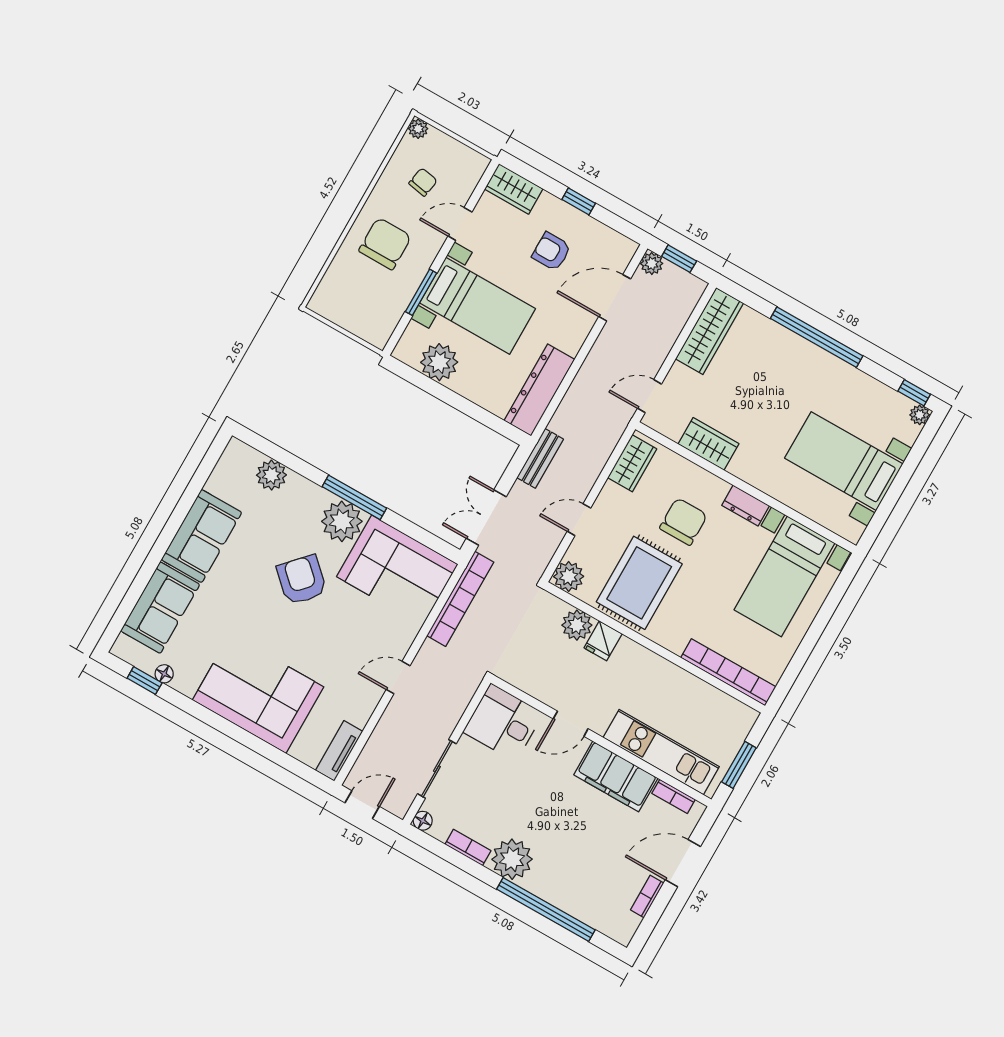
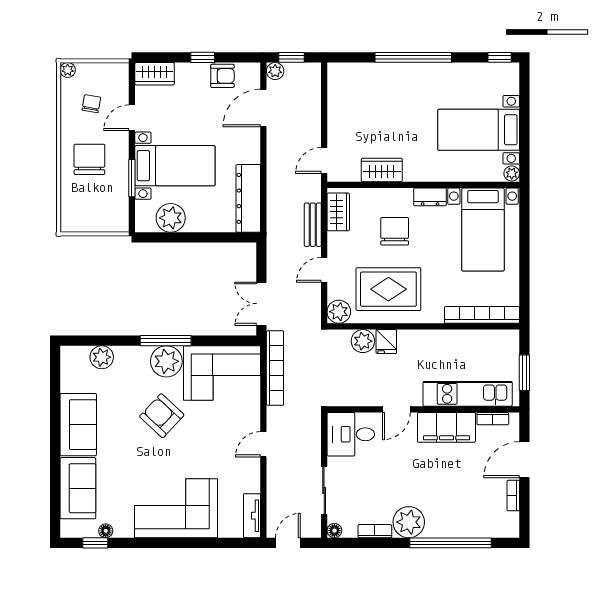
armchair: (551, 251) -> (222, 76), moved, turned 180
wardrobe: (709, 331) -> (339, 94), removed
plant: (920, 415) -> (512, 173), moved
bench: (540, 458) -> (313, 225), moved
rug: (639, 583) -> (388, 289), turned 90

